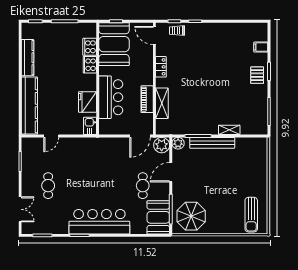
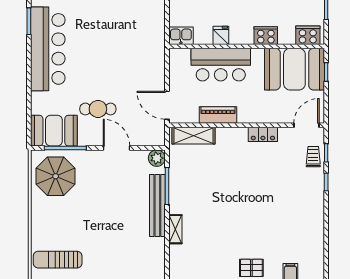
cooker: (90, 47) -> (308, 35), moved
fridge: (87, 102) -> (221, 35), width x0.53, depth x0.75
shelving: (162, 103) -> (193, 136), moved
plant: (162, 145) -> (154, 135), removed

